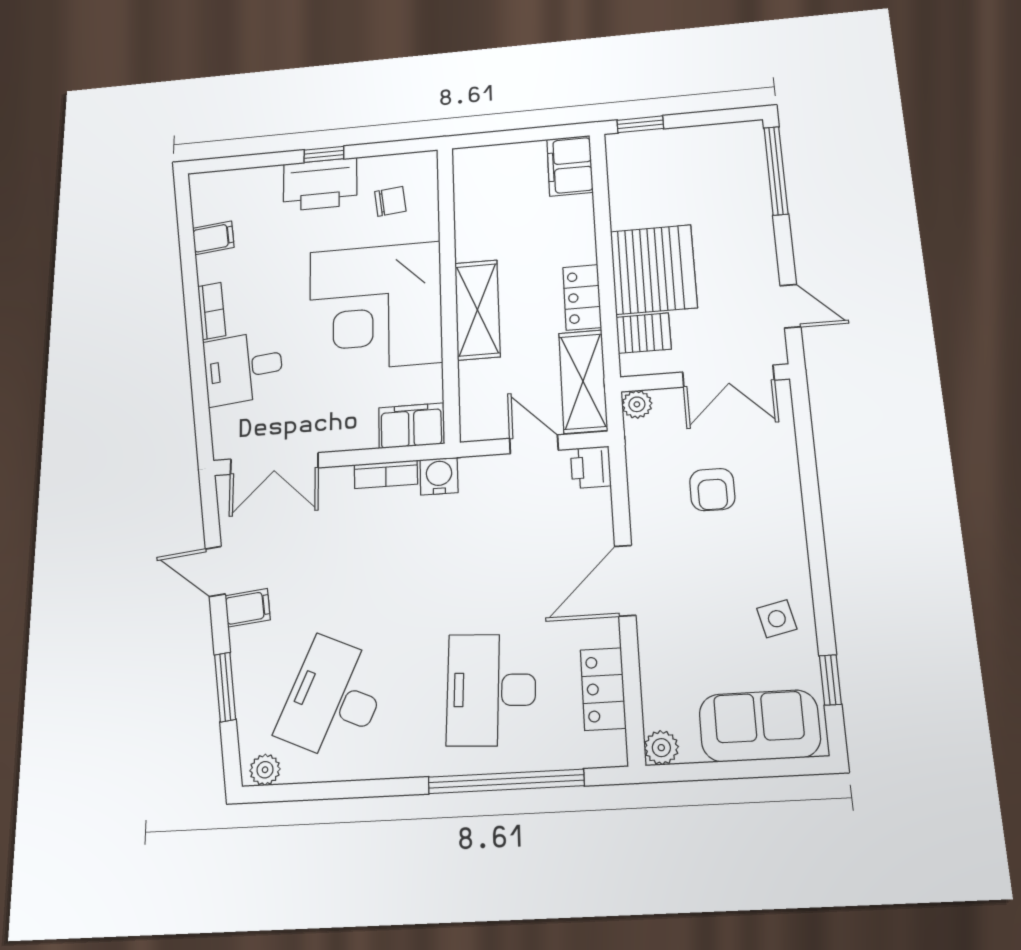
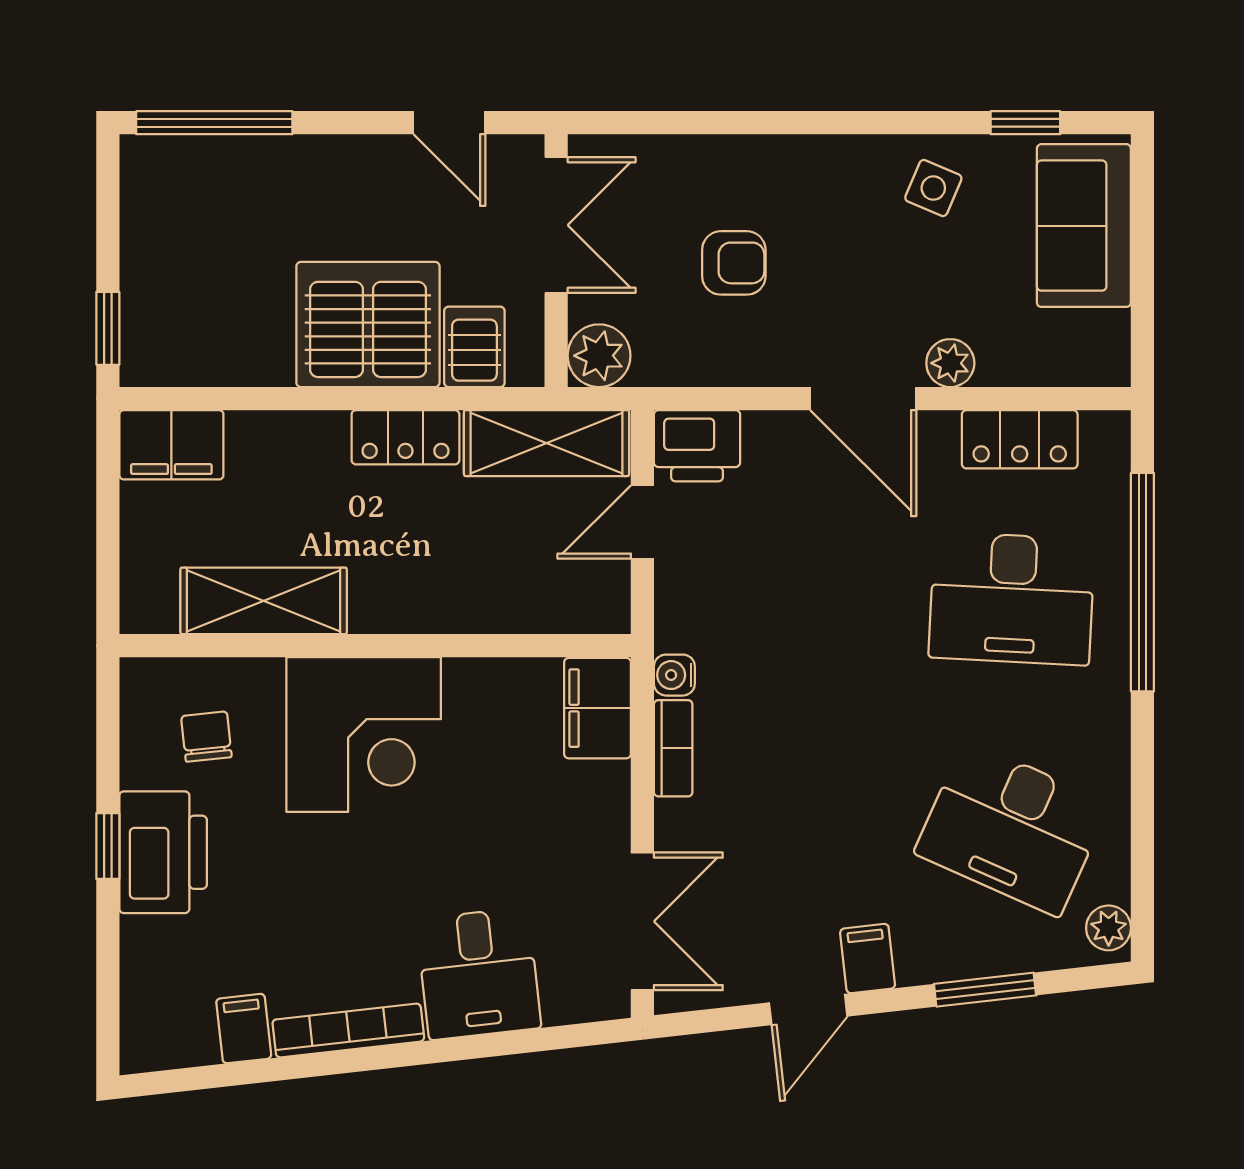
door: (790, 306) -> (449, 123), swing flipped
corner desk: (375, 307) -> (364, 734), width x0.74, depth x0.74
shelving: (477, 310) -> (264, 601), moved
bookcase: (212, 311) -> (348, 1030), width x1.56
plant: (637, 404) -> (599, 356), width x1.38, depth x1.38
printer: (591, 467) -> (697, 446), width x1.36, depth x1.24
water cooler: (439, 476) -> (674, 675), width x0.72, depth x0.72
side table: (777, 619) -> (933, 188), turned 36
plant: (661, 748) -> (950, 363), moved

